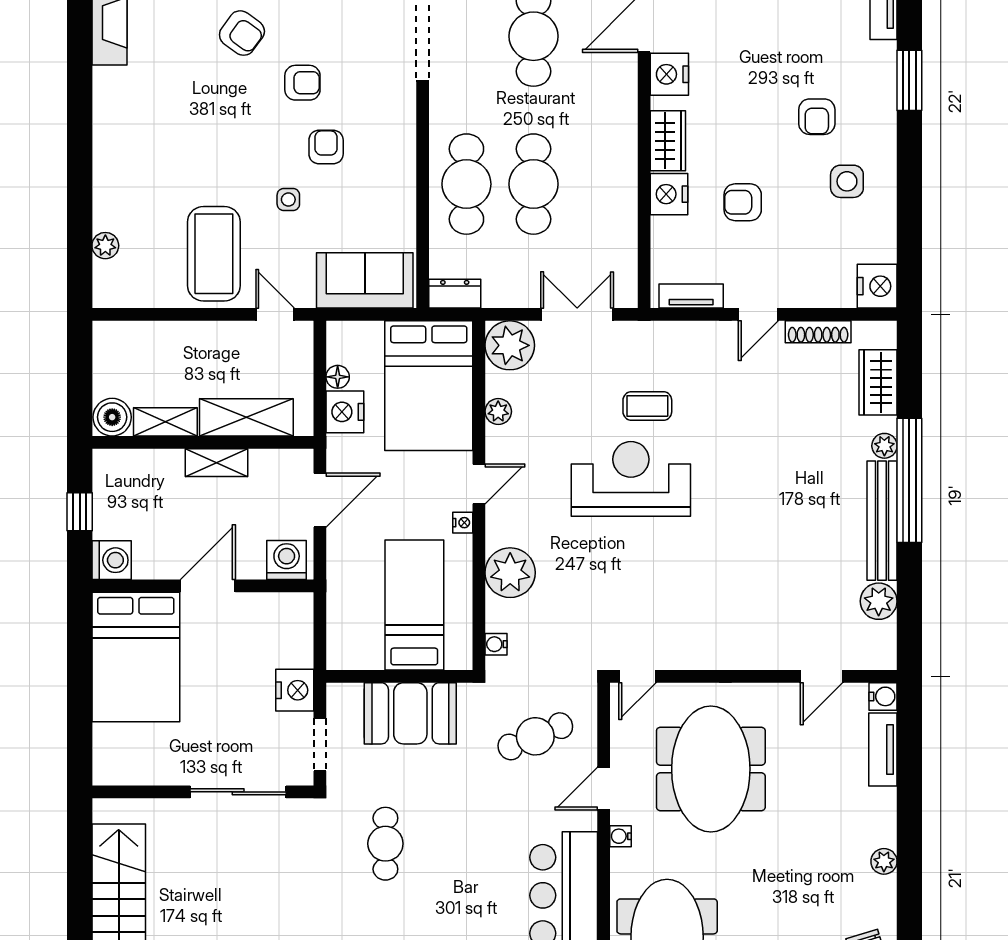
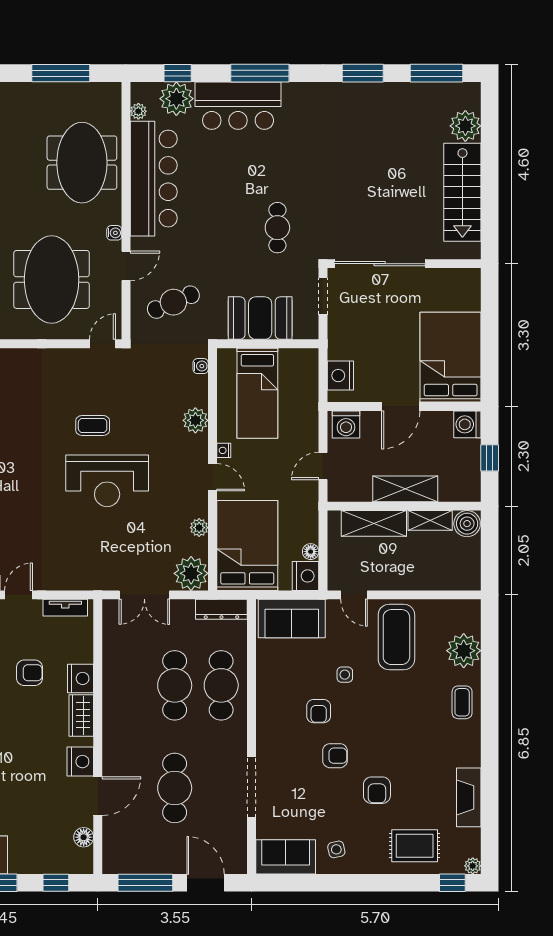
armchair: (242, 33) -> (377, 790), turned -126
armchair: (302, 83) -> (335, 756), turned 180
coffee table: (119, 160) -> (462, 702), added
plant: (105, 246) -> (464, 651), width x1.88, depth x1.88
dresser: (455, 294) -> (221, 609), width x1.44
coffee table: (647, 406) -> (93, 425), moved
nightstand: (345, 412) -> (306, 576), moved
shelving: (217, 463) -> (405, 489), width x1.50, depth x1.33
door: (479, 484) -> (213, 477), swing flipped
door: (320, 500) -> (323, 466), width x0.73
plant: (510, 573) -> (195, 420), width x0.73, depth x0.73
nightstand: (295, 690) -> (340, 376), moved
sliding door: (238, 792) -> (380, 264), width x1.36

